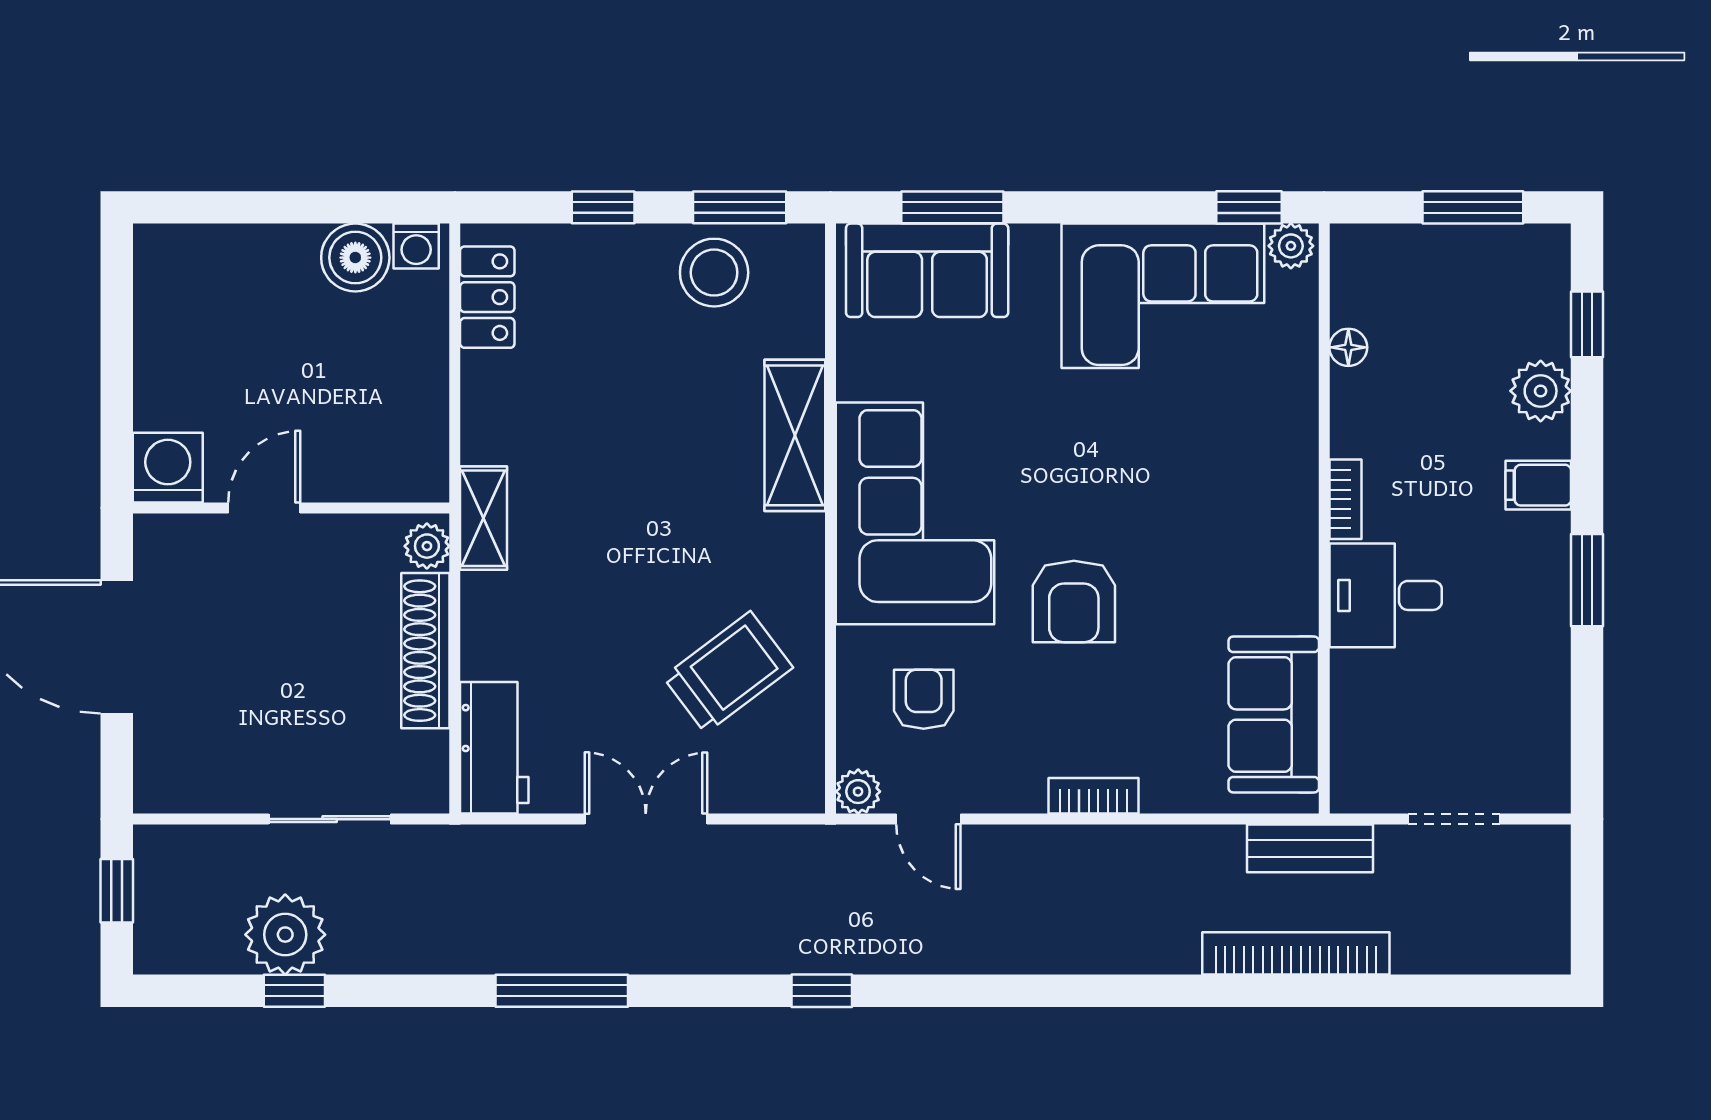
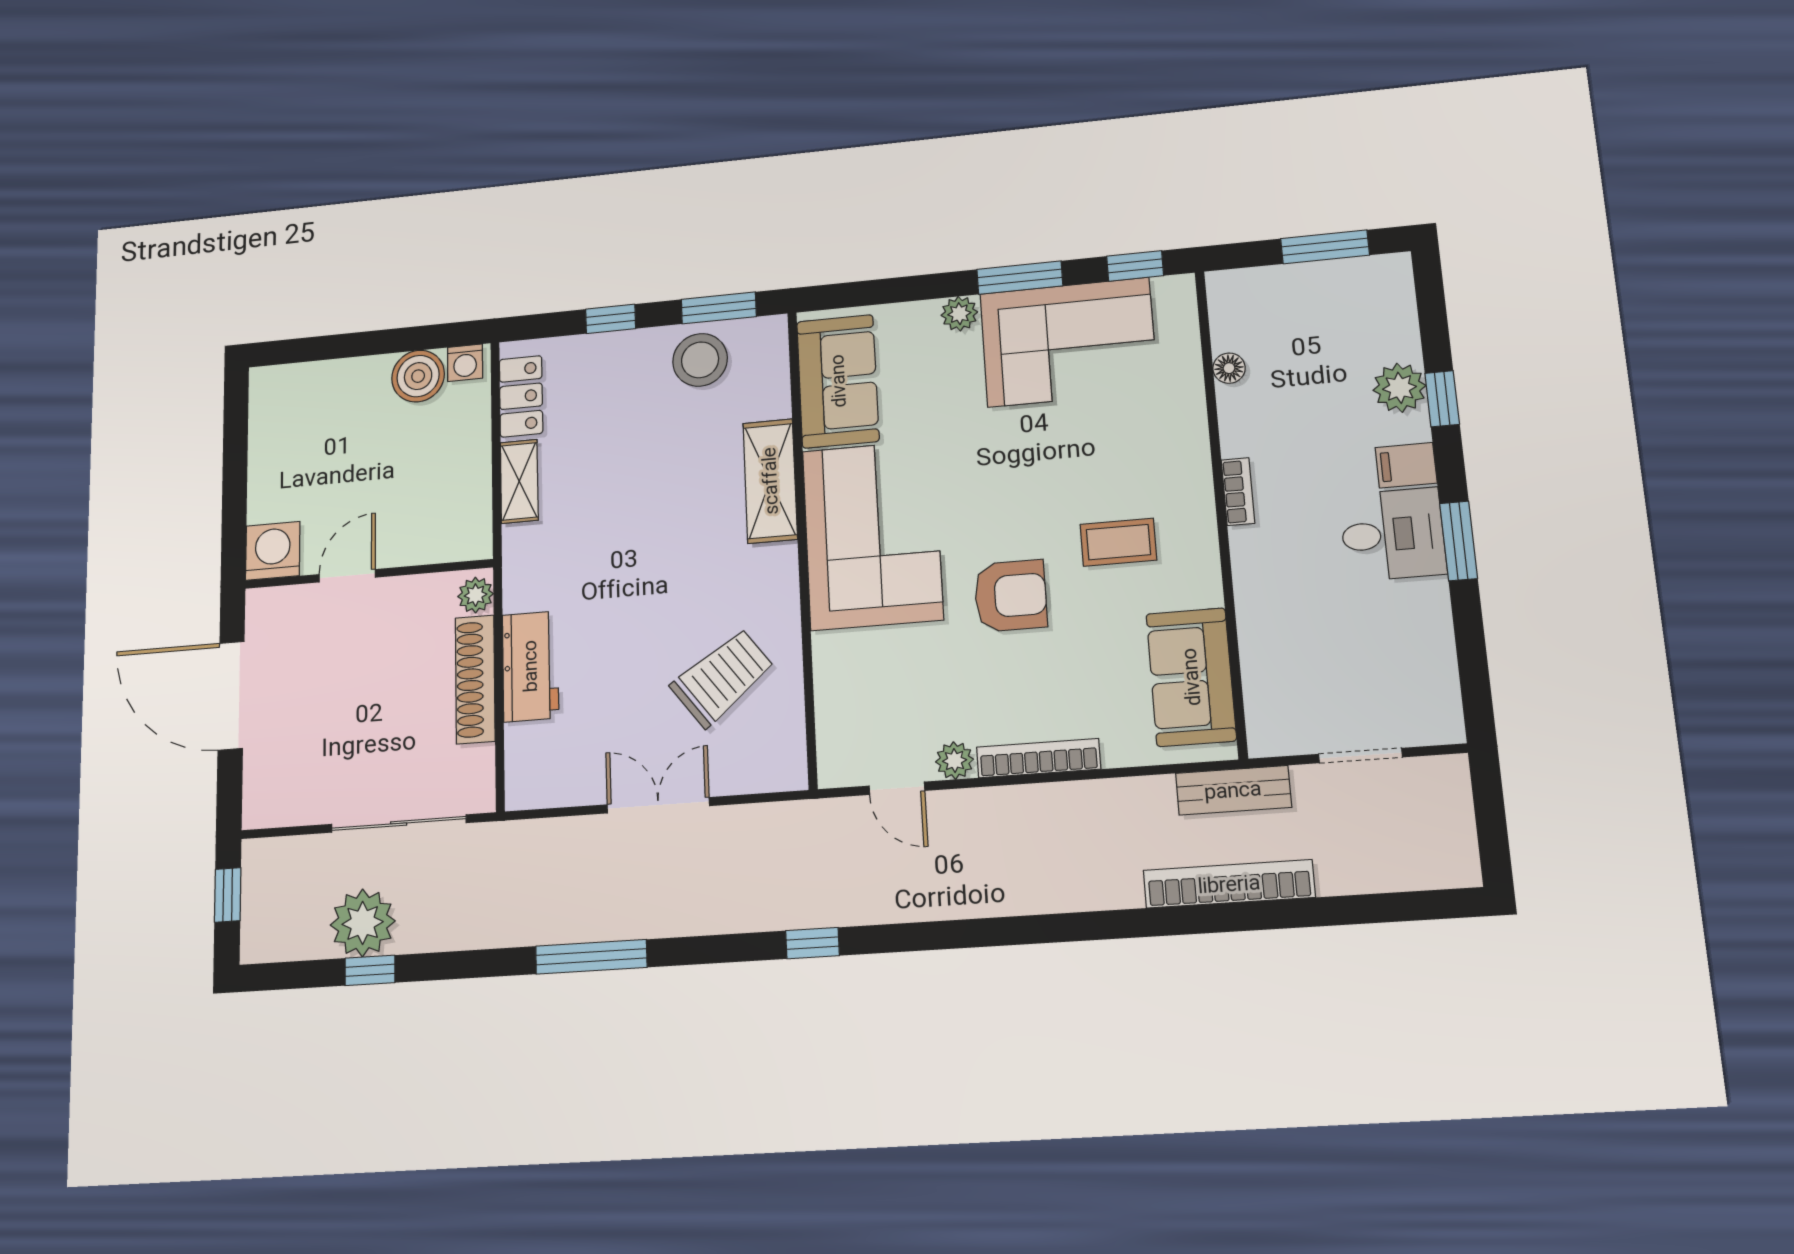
window: (952, 207) -> (1020, 278), moved
plant: (1291, 246) -> (959, 314), moved
sofa: (927, 270) -> (838, 381), moved, turned -90
window: (1587, 324) -> (1442, 399), moved
shelving: (484, 518) -> (519, 481), moved
coffee table: (1203, 548) -> (1118, 542), added
desk: (1386, 595) -> (1393, 534), moved, turned 180
armchair: (1074, 601) -> (1011, 596), turned -90
armchair: (924, 699) -> (888, 687), removed
workbench: (494, 748) -> (530, 666), moved
plant: (858, 792) -> (955, 761), moved
bookcase: (1093, 796) -> (1038, 758), width x1.56
sliding door: (330, 819) -> (399, 824), width x1.37

